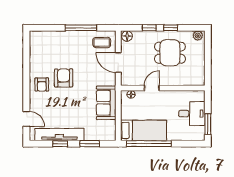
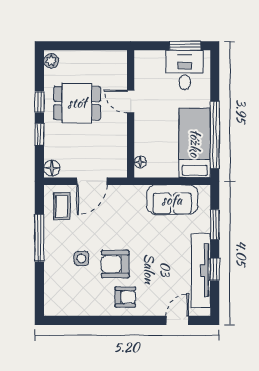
dining table: (170, 53) -> (77, 103), turned 90
side table: (67, 56) -> (81, 258), added
door: (152, 88) -> (131, 102), moved
sofa: (106, 103) -> (172, 200), moved
desk: (192, 114) -> (185, 70), moved

